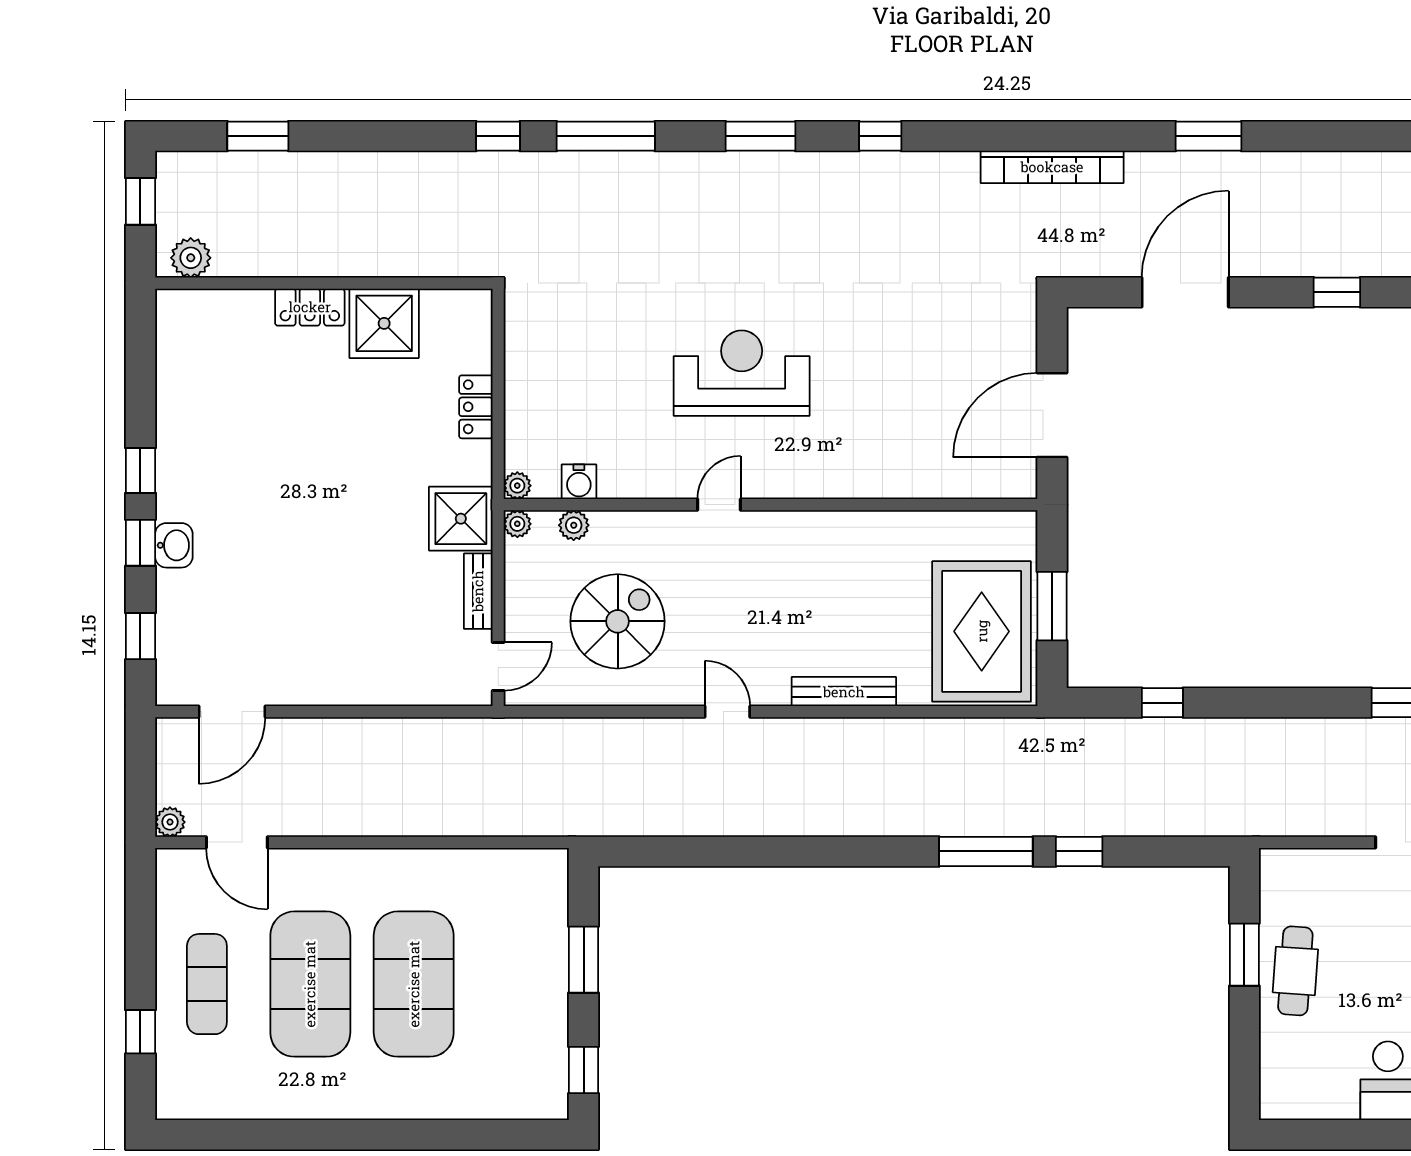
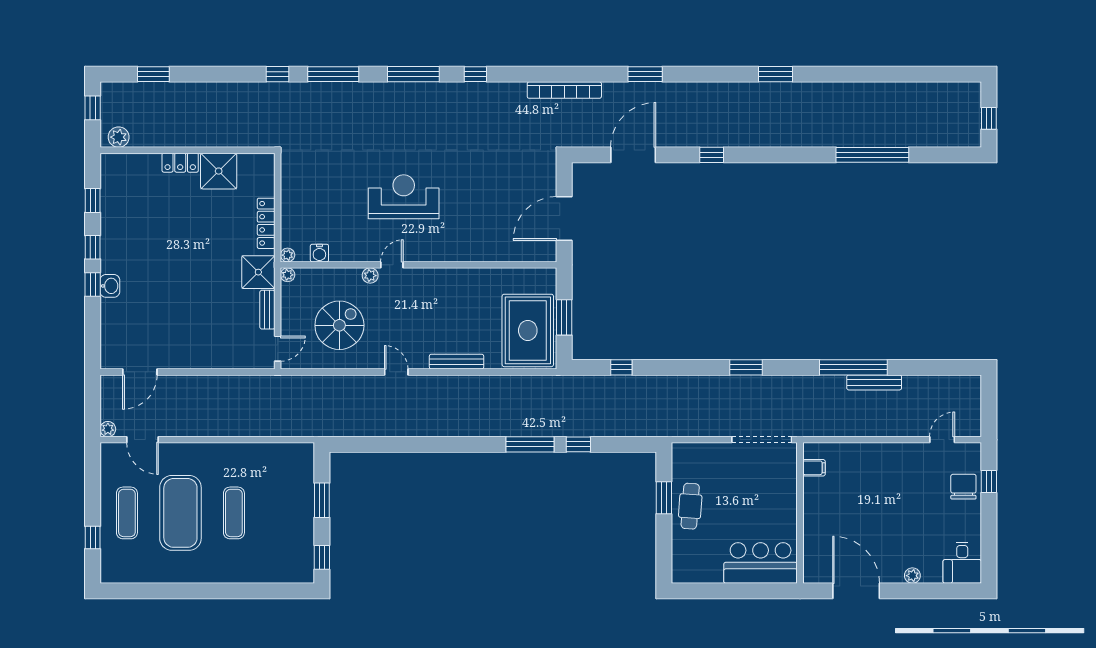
window: (761, 136) -> (413, 74), width x1.44
locker: (476, 407) -> (266, 223), width x1.53
plant: (574, 525) -> (370, 276), moved
window: (140, 636) -> (93, 200), moved
exercise mat: (414, 984) -> (234, 513), width x0.50, depth x0.69

